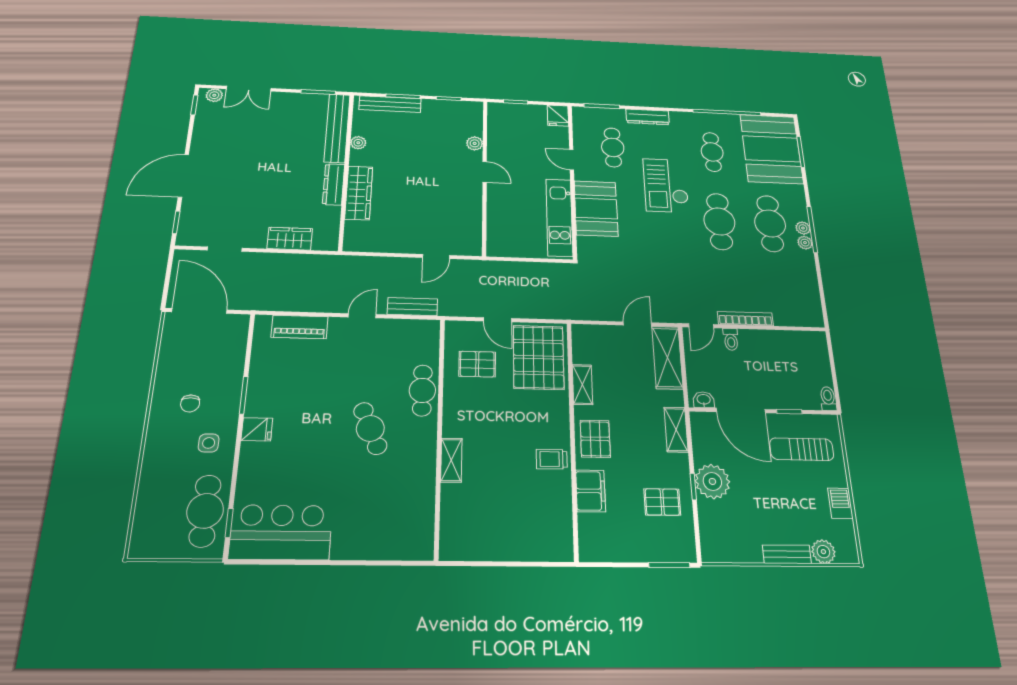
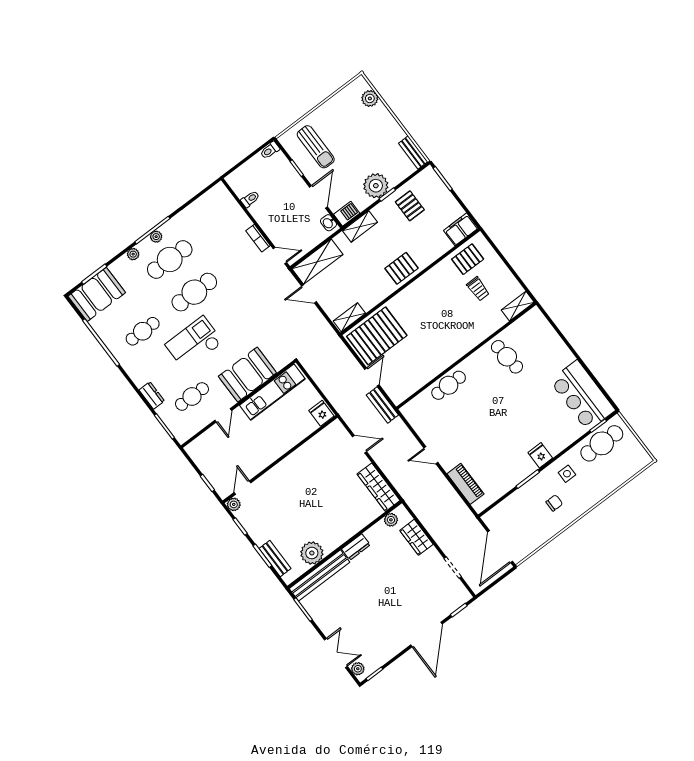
bench: (390, 104) -> (275, 559), width x0.73
fridge: (558, 116) -> (321, 413), moved, turned -90
dresser: (648, 117) -> (152, 395), width x0.70
plant: (358, 143) -> (312, 553), width x1.87, depth x1.87
plant: (475, 143) -> (234, 504), moved
booth: (771, 149) -> (97, 294), width x0.73, depth x0.70
door: (485, 172) -> (242, 488), moved
door: (183, 176) -> (426, 635), hinge flipped
dresser: (334, 184) -> (356, 547), width x0.70
checkout: (666, 185) -> (194, 343), turned 180
wardrobe: (359, 193) -> (379, 487), moved, turned -90
plant: (331, 229) -> (391, 520), added
plant: (805, 243) -> (133, 254), moved
bench: (412, 307) -> (382, 405), moved
bookcase: (745, 319) -> (258, 238), width x0.64
toilet: (731, 339) -> (250, 199), moved
pallet: (477, 364) -> (468, 259), moved, turned 90
shelving: (582, 385) -> (349, 317), moved
door: (741, 411) -> (318, 197), width x0.73
cafe table: (370, 428) -> (507, 357), moved, turned -72
trolley: (552, 459) -> (478, 289), moved
shelving: (451, 460) -> (518, 306), moved
filing cabinet: (591, 491) -> (461, 229), moved
barbecue: (840, 503) -> (347, 214), moved, turned 180
bench: (787, 554) -> (413, 152), moved

